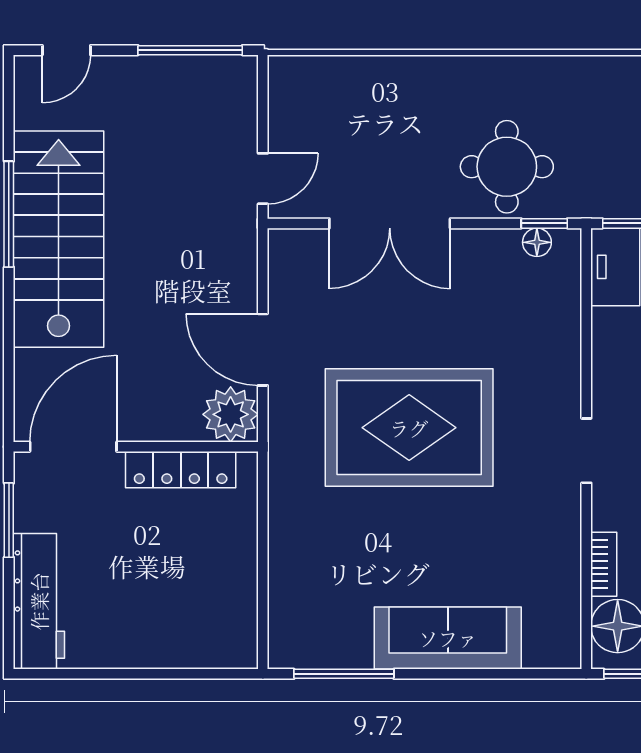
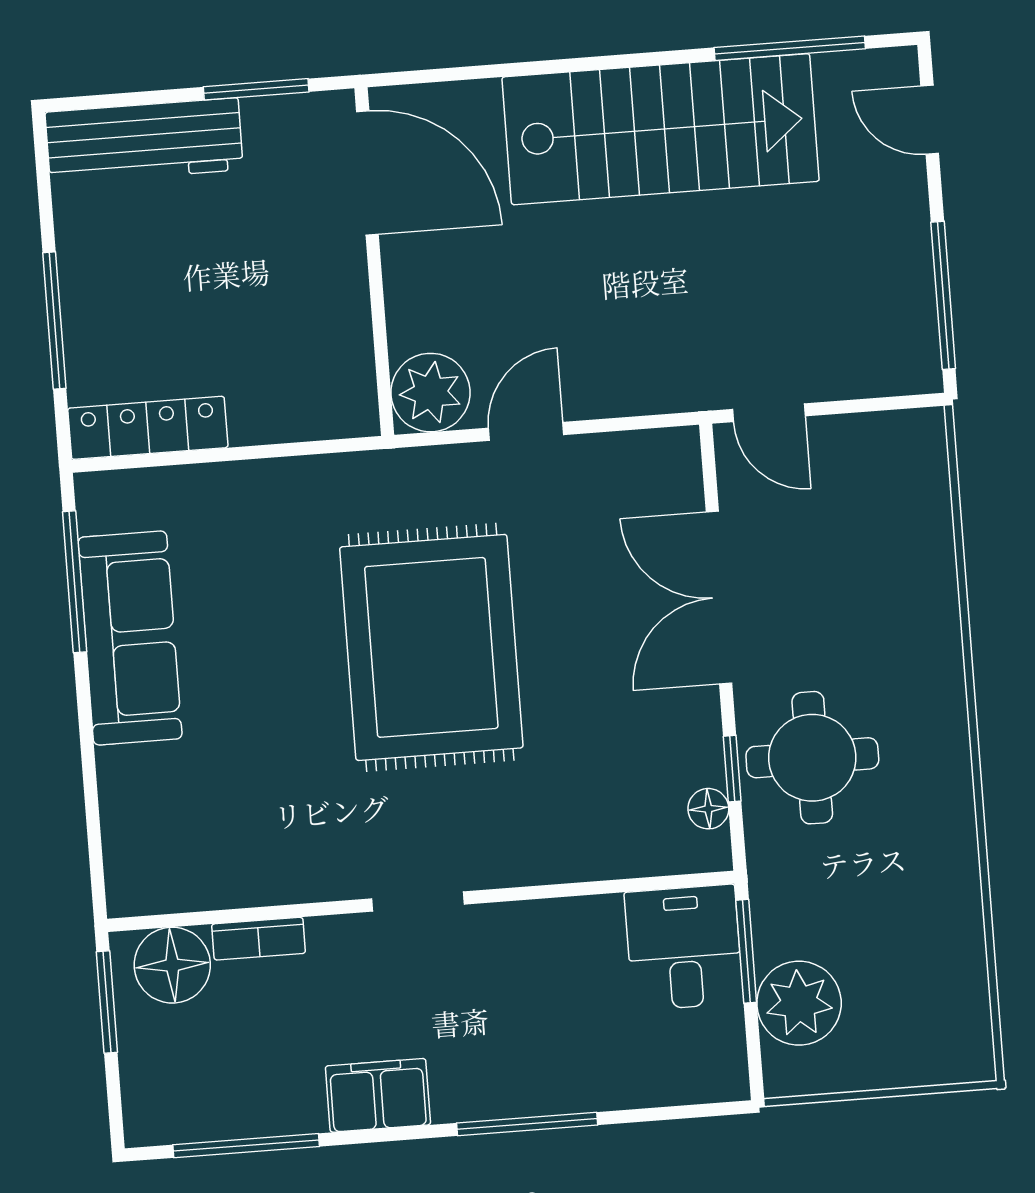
window: (9, 214) -> (790, 48), moved
window: (544, 223) -> (732, 769), moved
door: (263, 350) -> (526, 431), width x0.73
locker: (181, 470) -> (148, 428), moved, turned 90
sofa: (448, 638) -> (130, 638), moved
window: (160, 674) -> (54, 321), added

